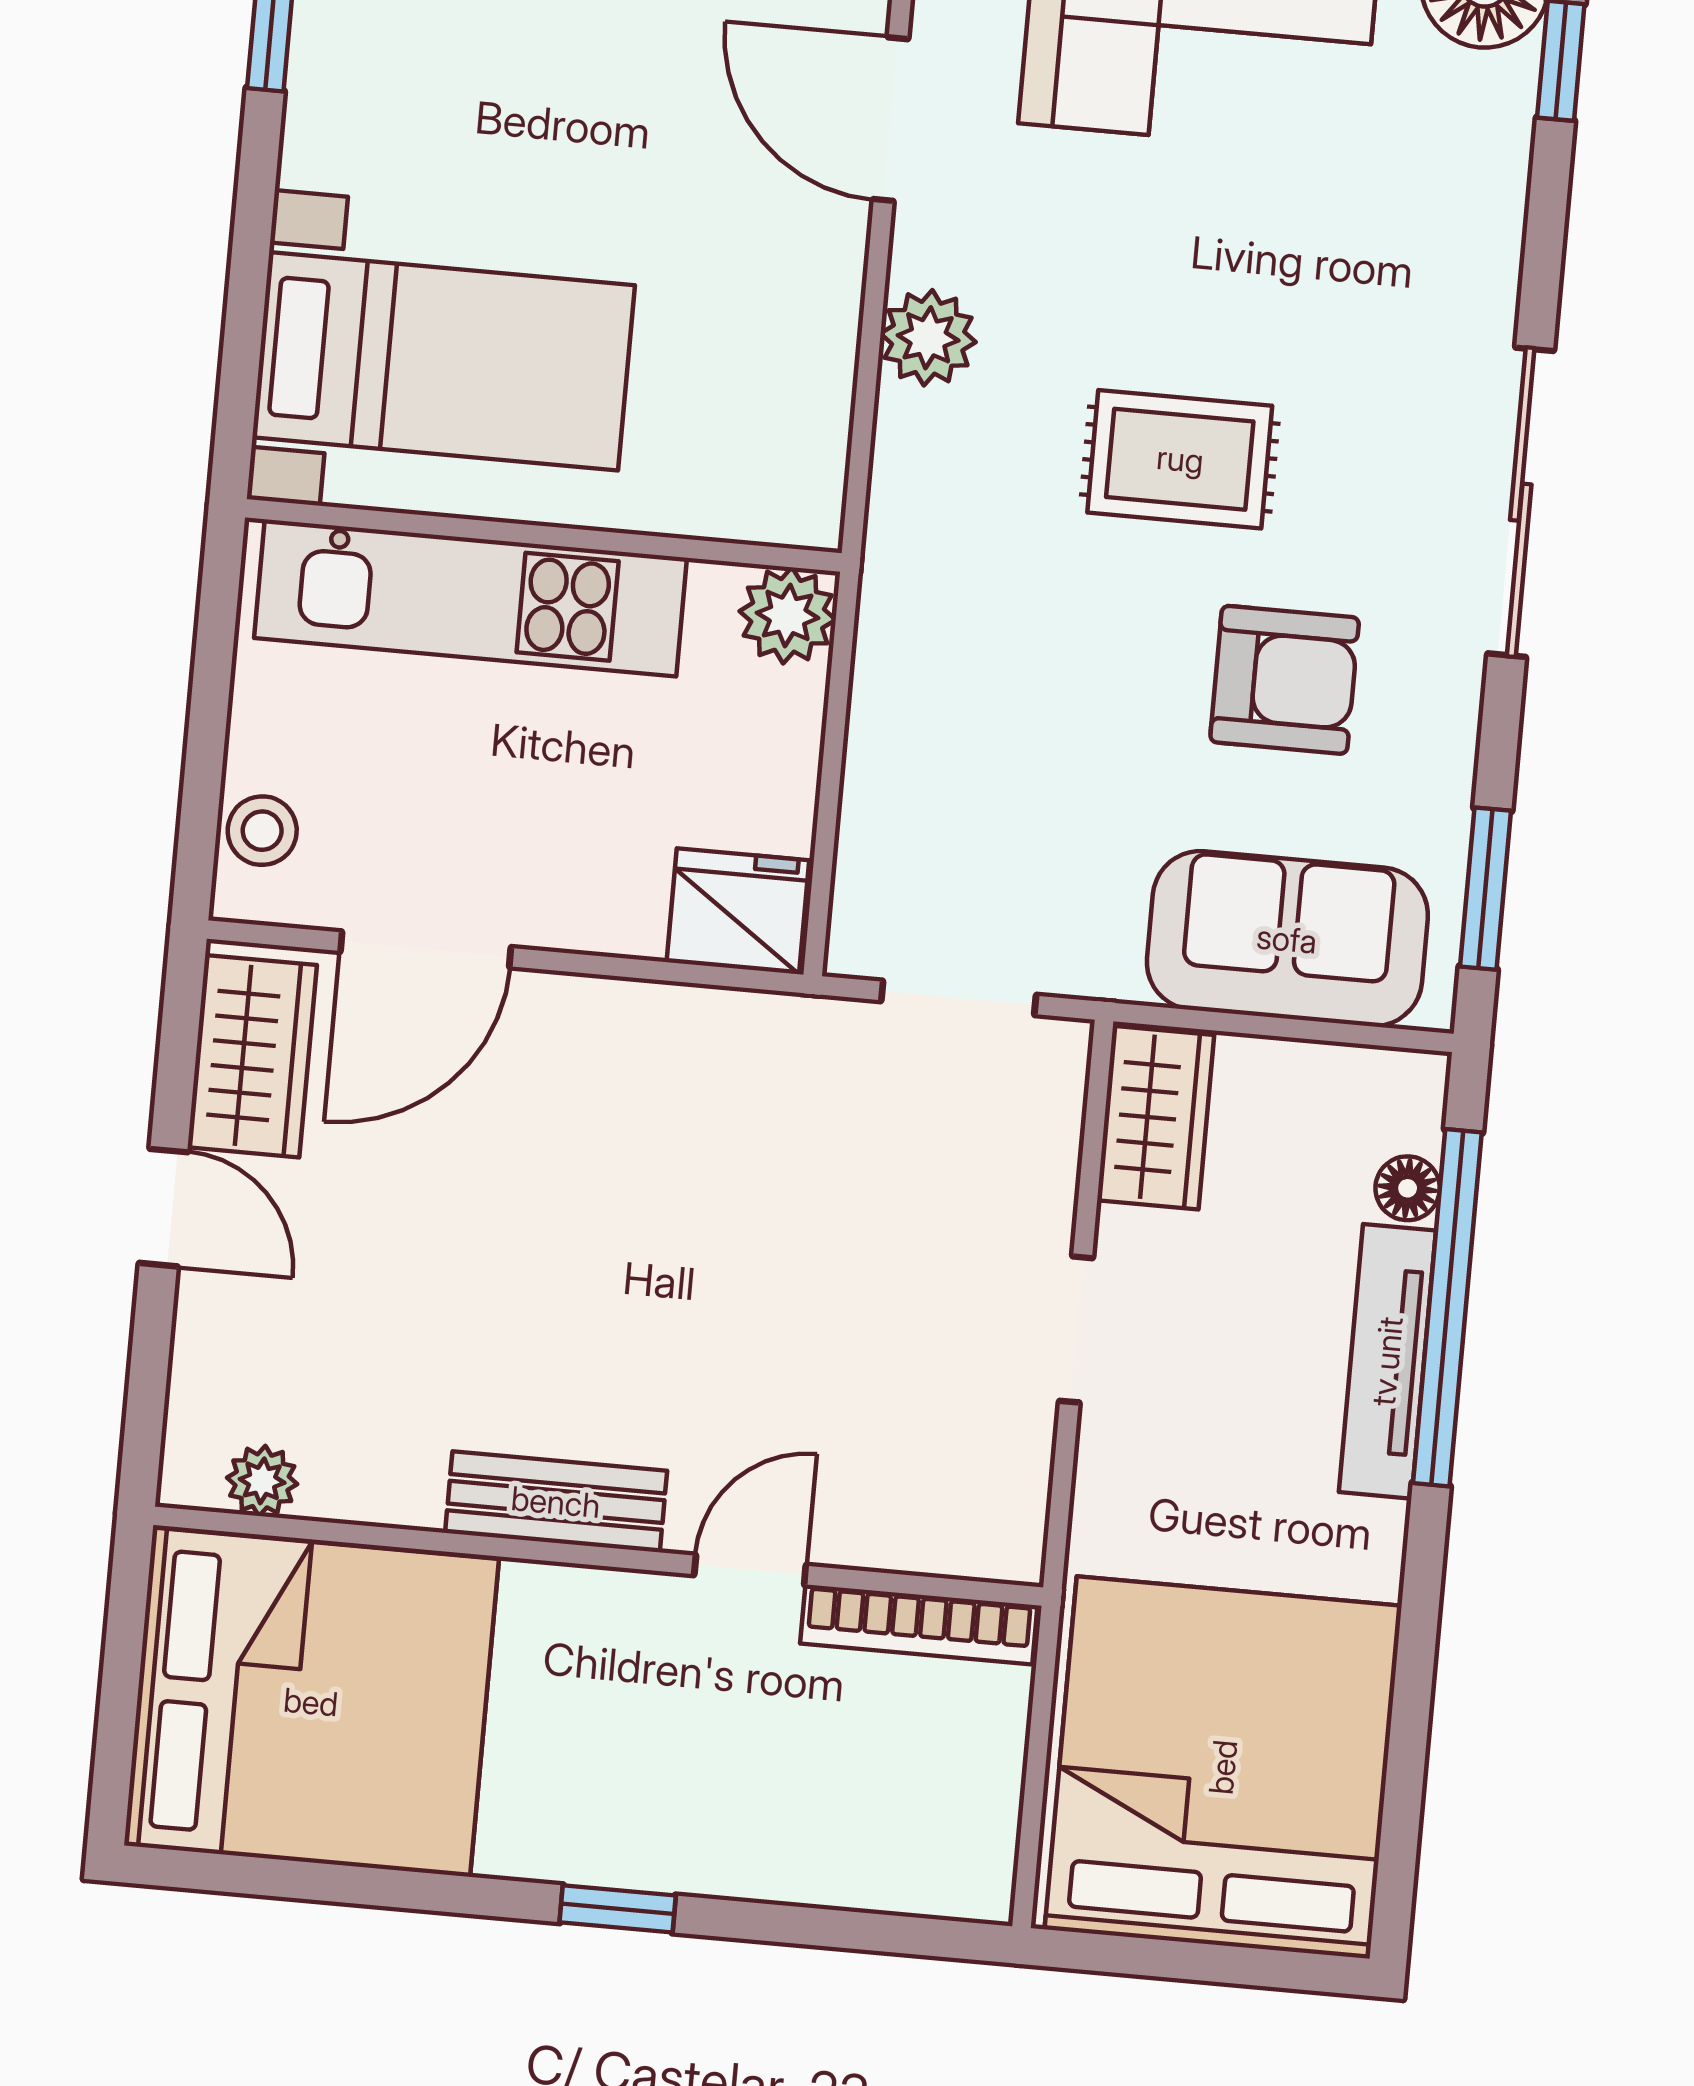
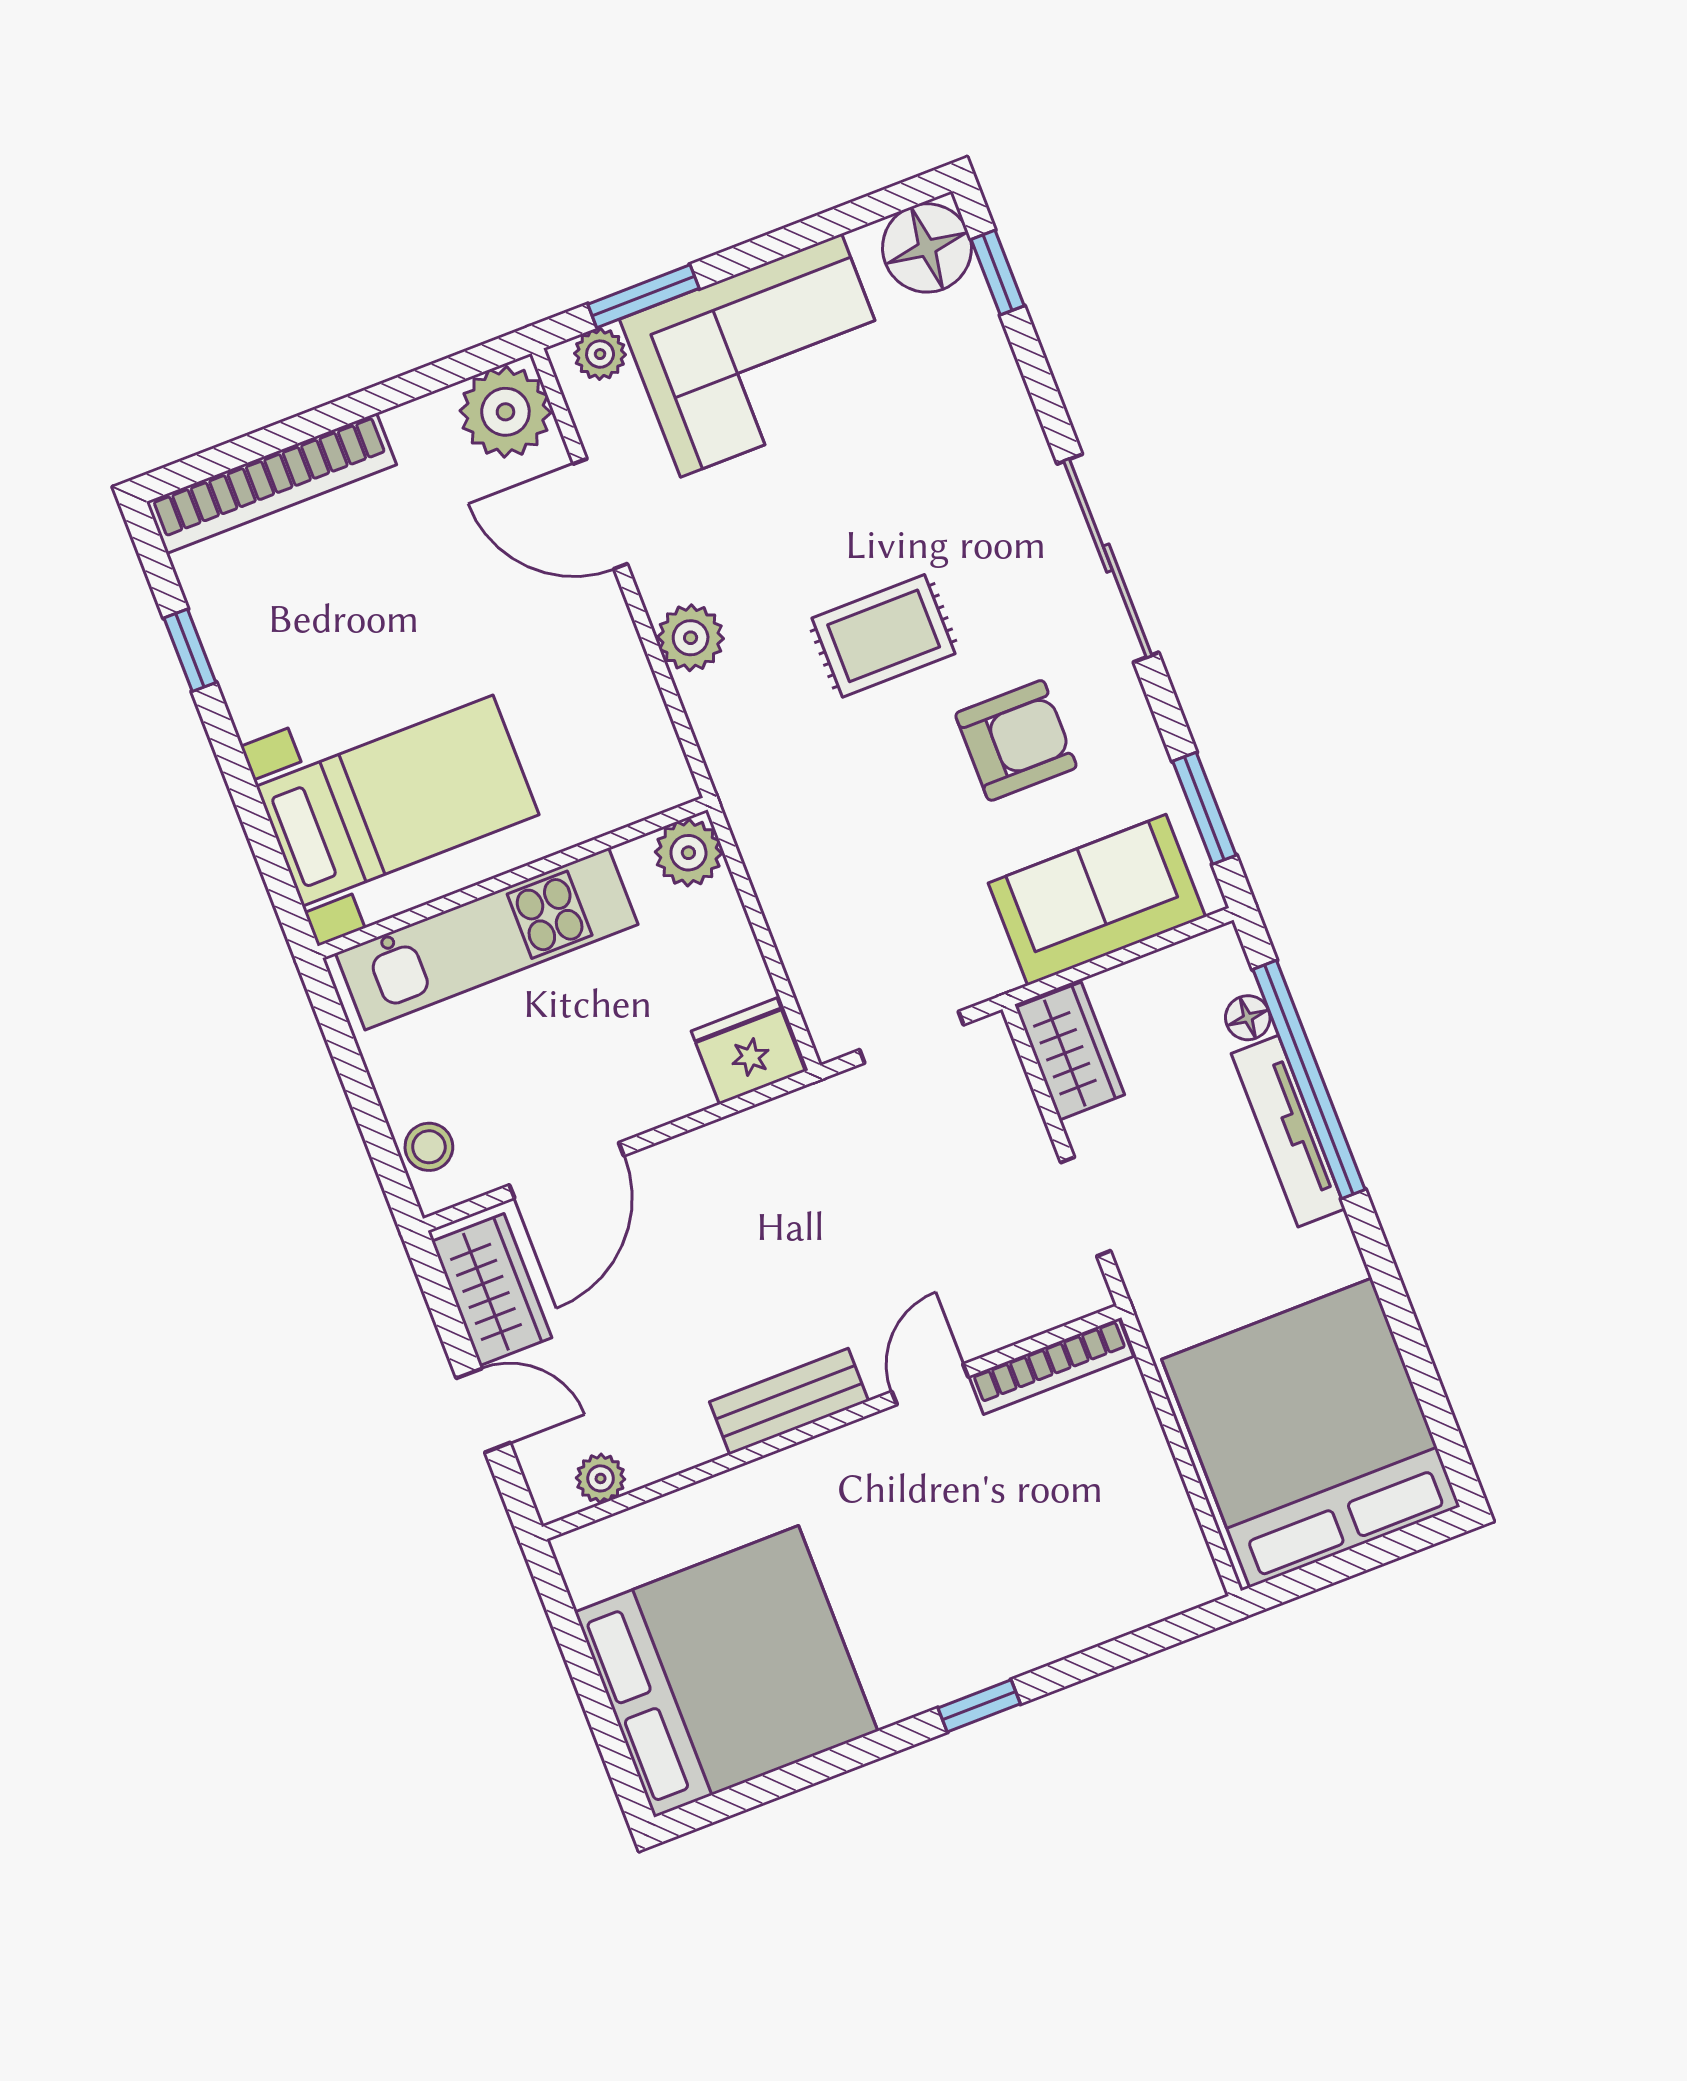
plant: (262, 1481) -> (601, 1478), moved
bench: (556, 1502) -> (789, 1401), moved
wall: (598, 1556) -> (832, 1422), moved
door: (750, 1570) -> (930, 1384), moved
bookcase: (919, 1625) -> (1051, 1366), moved

